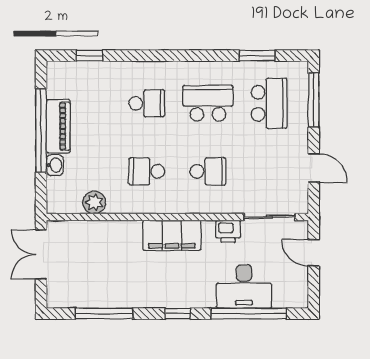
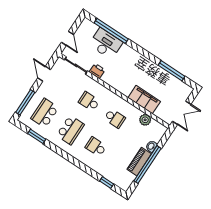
school desk: (208, 103) -> (70, 130), turned -90
filing cabinet: (172, 235) -> (144, 100), moved
window: (178, 314) -> (141, 50), removed

